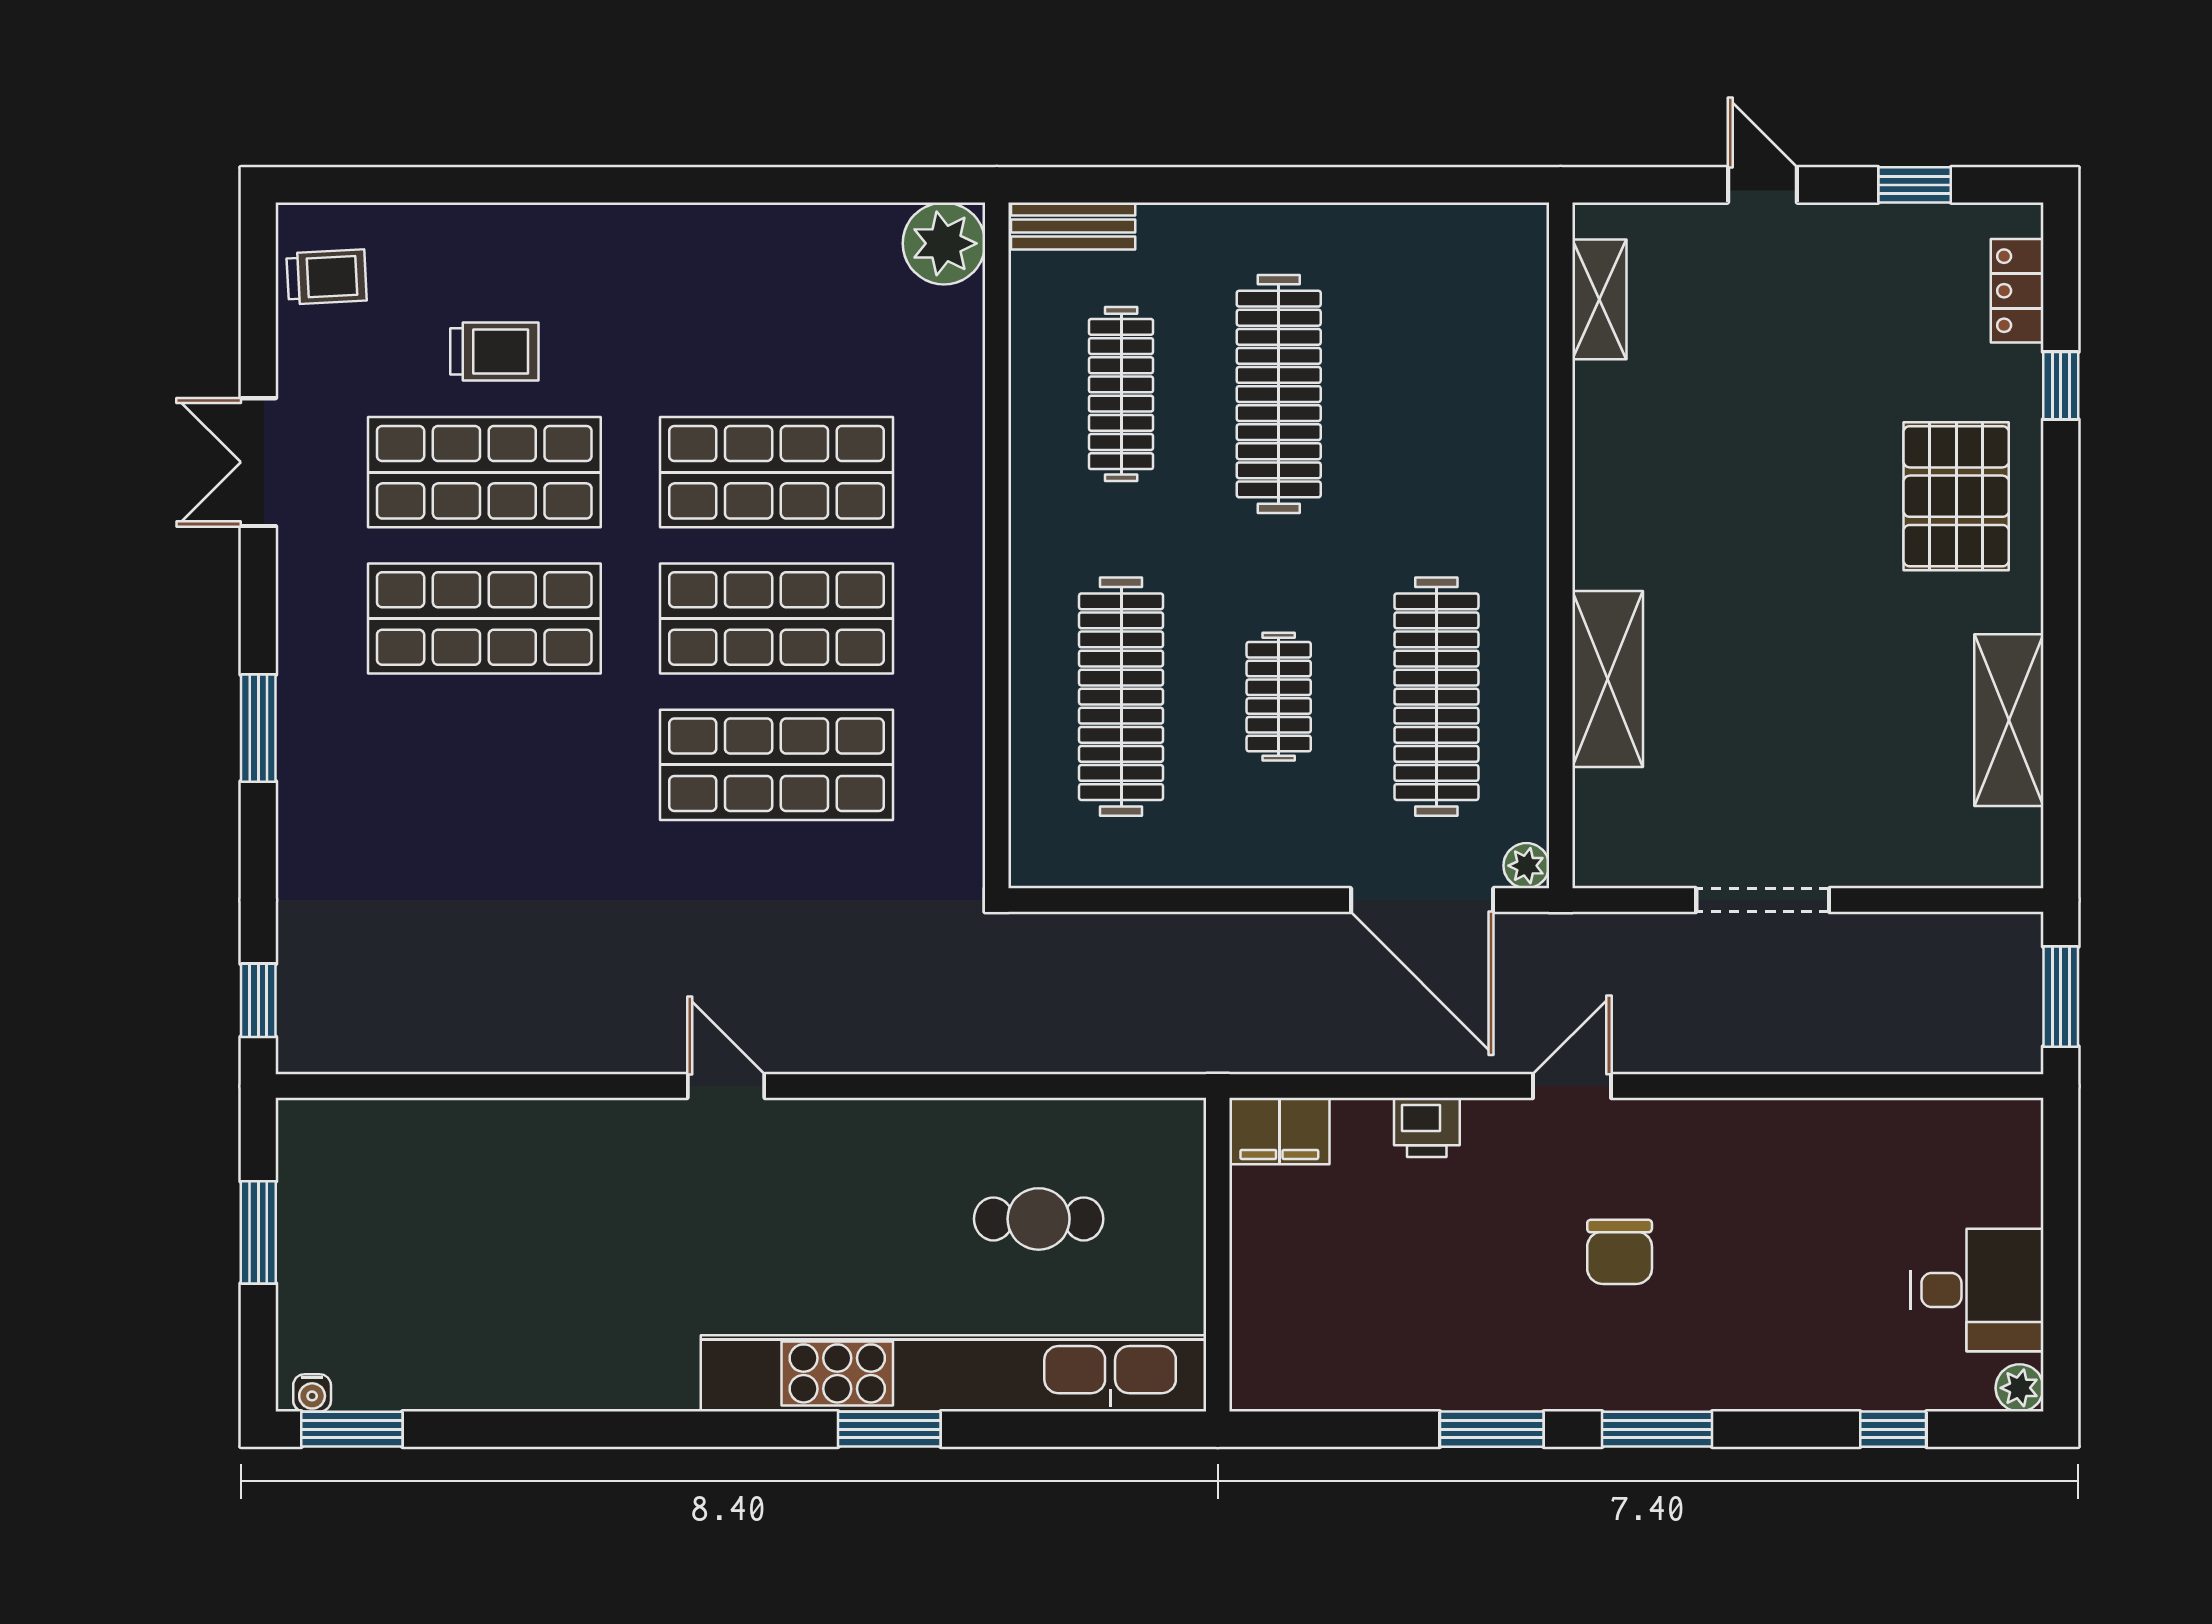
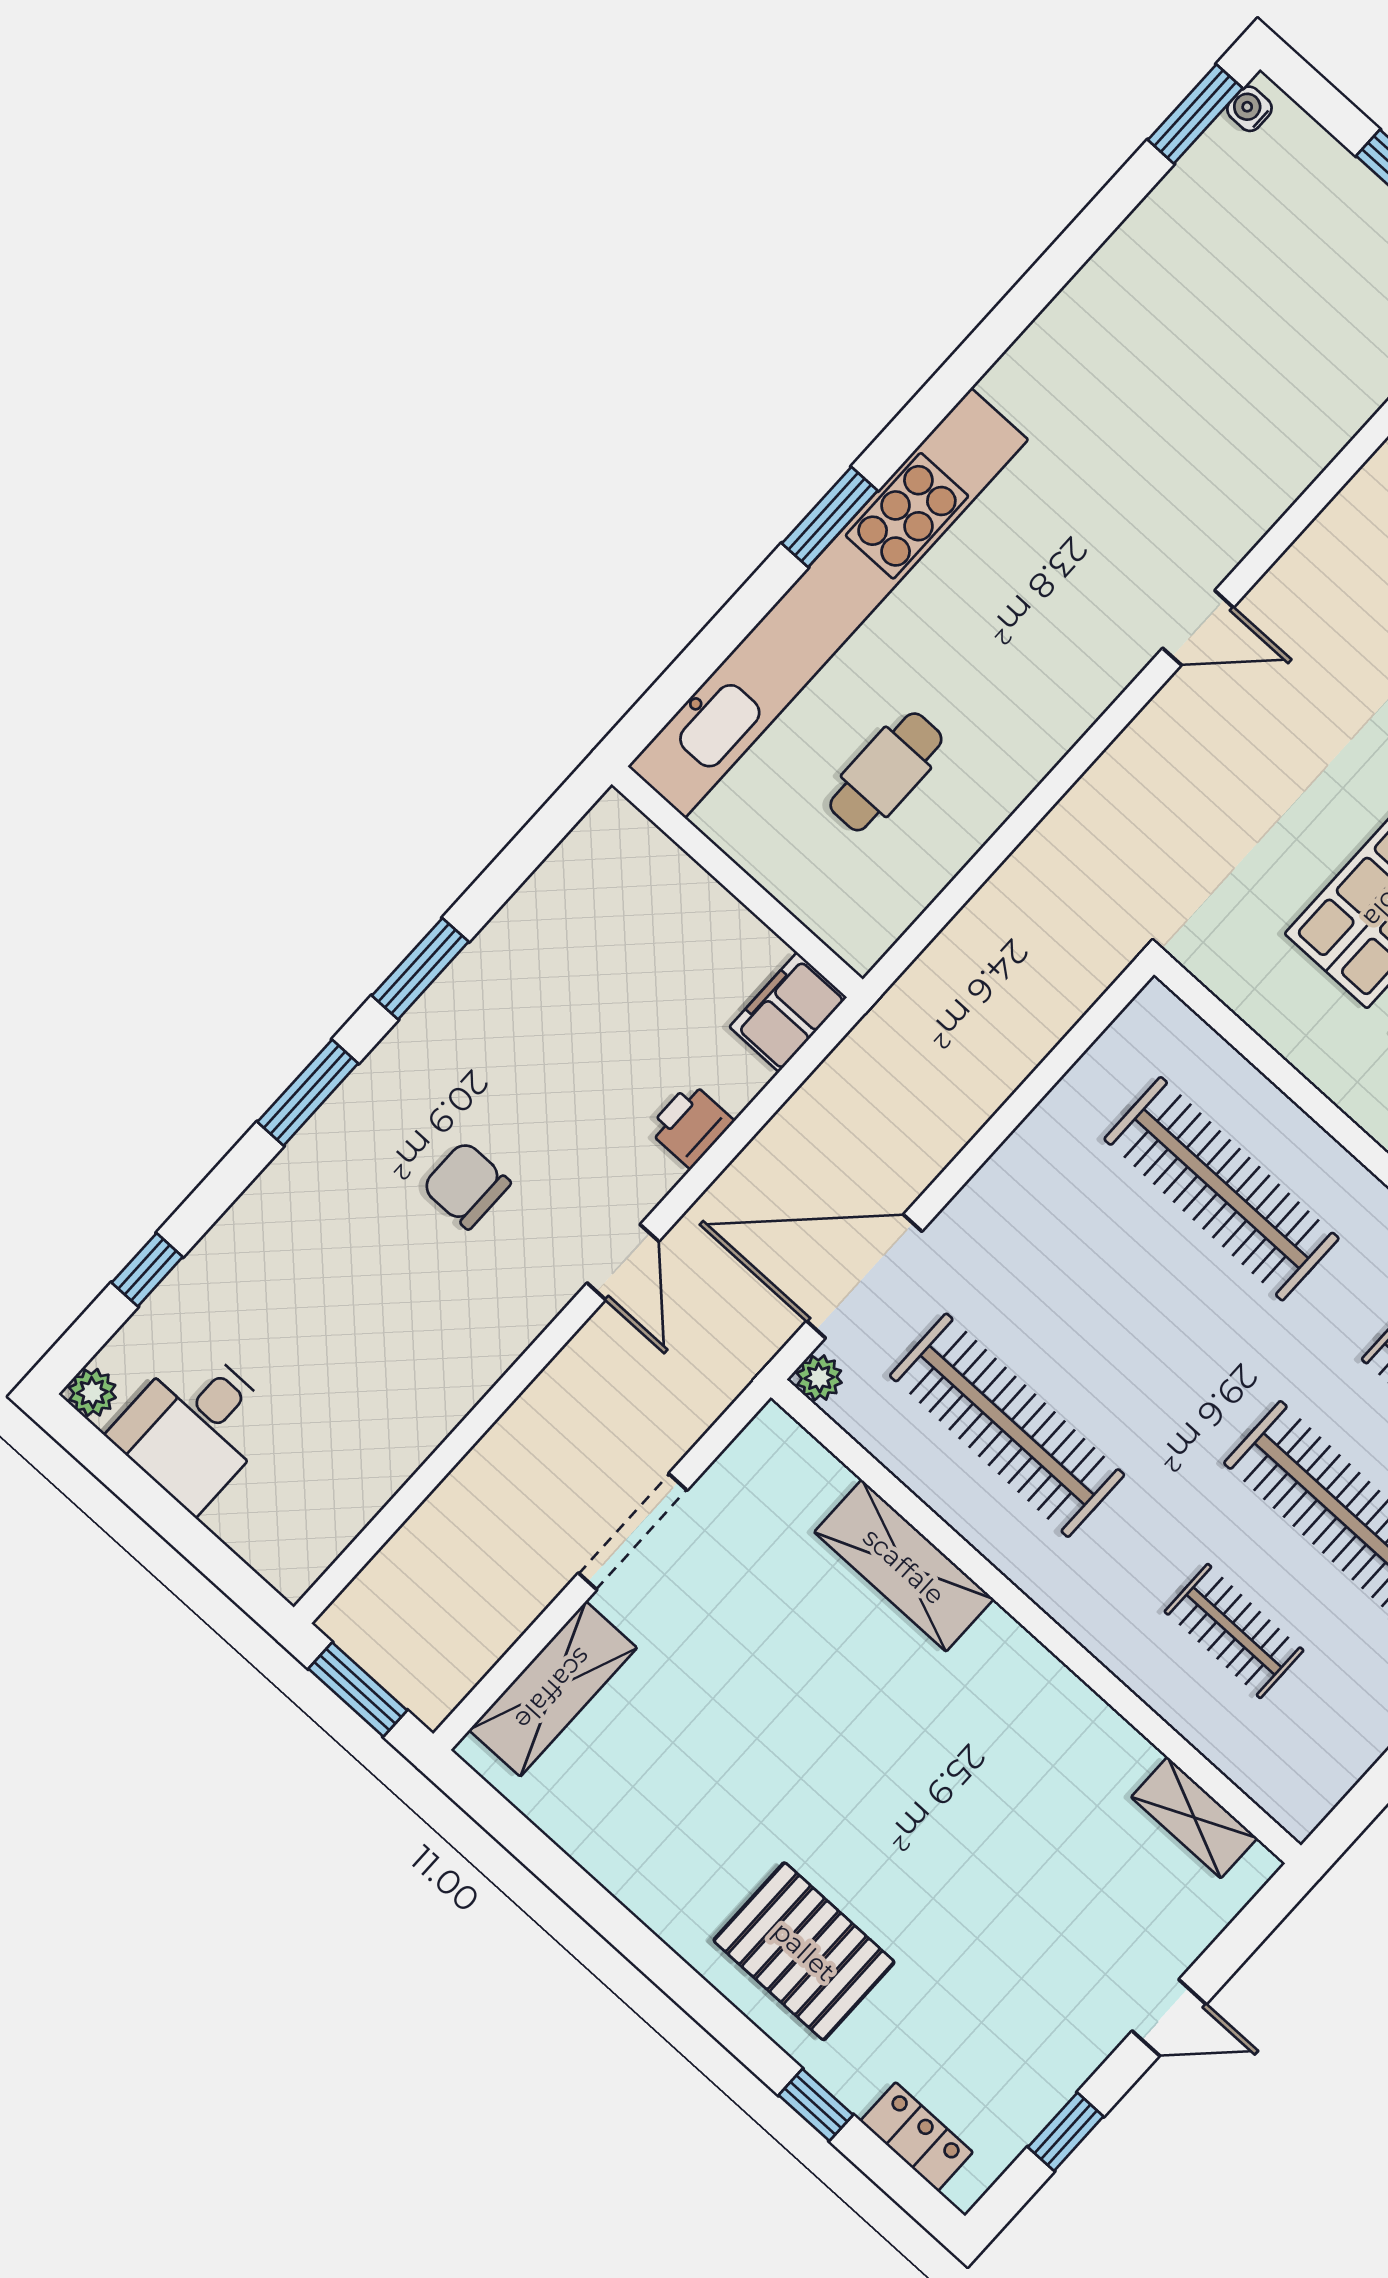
clothes rail: (1279, 697) -> (1234, 1631), moved
shelving: (2009, 720) -> (553, 1689), moved, turned 90

